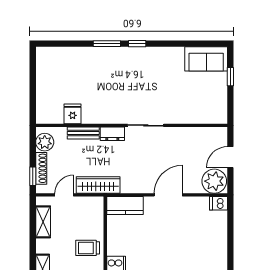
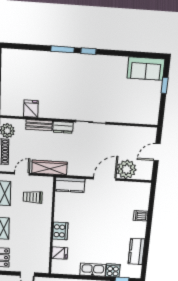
plant: (214, 181) -> (127, 169), moved
dishwasher: (218, 203) -> (141, 216), moved
trolley: (88, 248) -> (33, 197), moved

